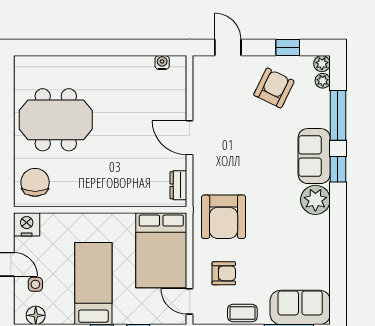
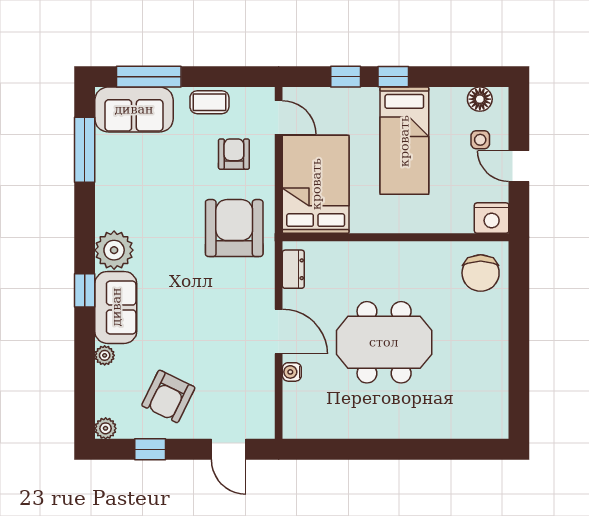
water cooler: (162, 63) -> (292, 372), moved, turned 90
plant: (323, 81) -> (105, 355), moved
window: (338, 115) -> (85, 150), moved
meeting table: (56, 120) -> (384, 342), moved
armchair: (224, 273) -> (234, 154), turned 90

